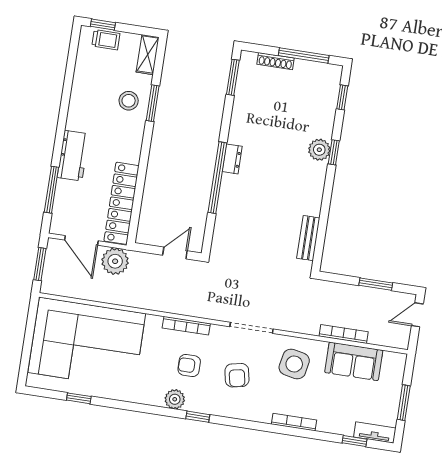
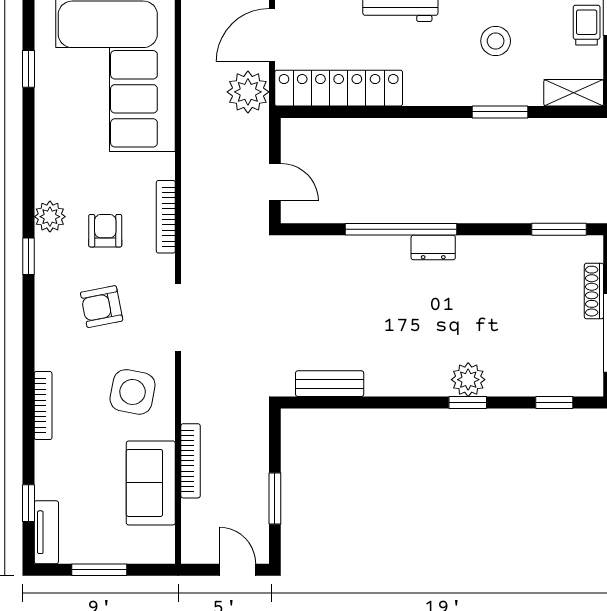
trolley: (106, 40) -> (587, 25), turned 180
stool: (129, 101) -> (496, 41), moved

